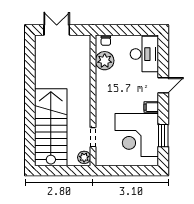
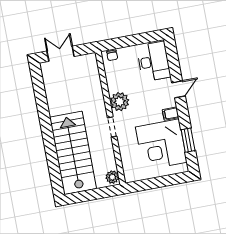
plant: (105, 61) -> (120, 102), moved
doorway: (93, 137) -> (112, 127), moved

